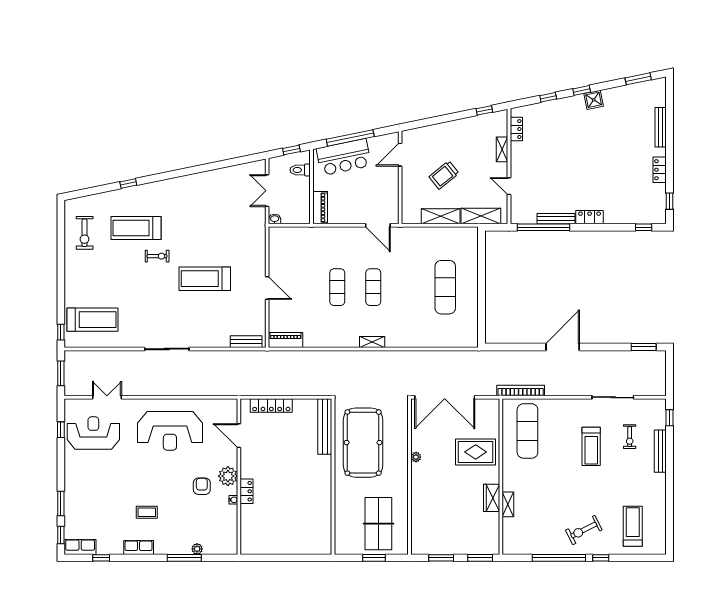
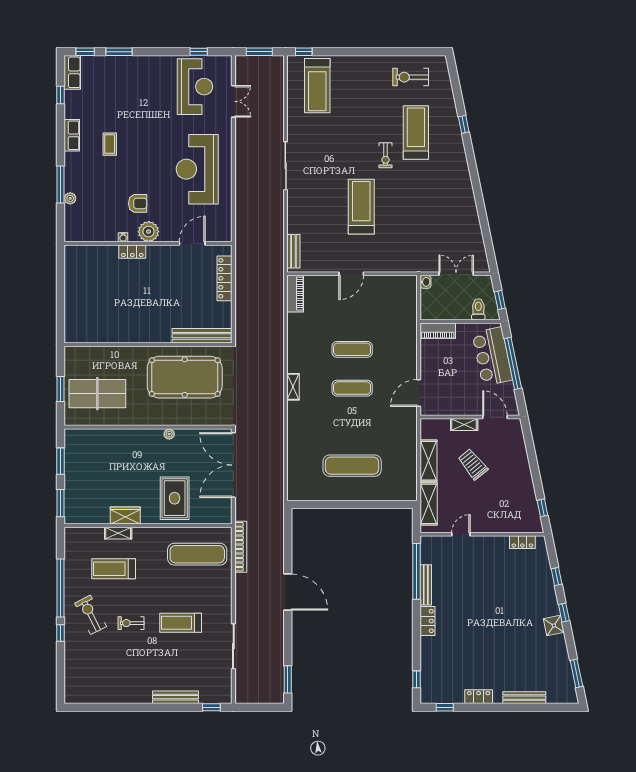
shelving: (502, 149) -> (464, 425), moved
exercise bike: (630, 437) -> (131, 623), moved
treadmill: (633, 526) -> (114, 569), moved, turned 180

